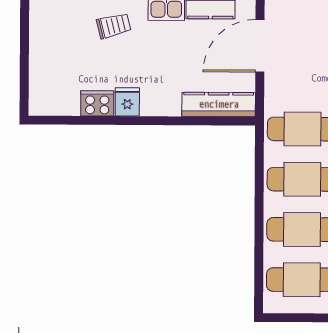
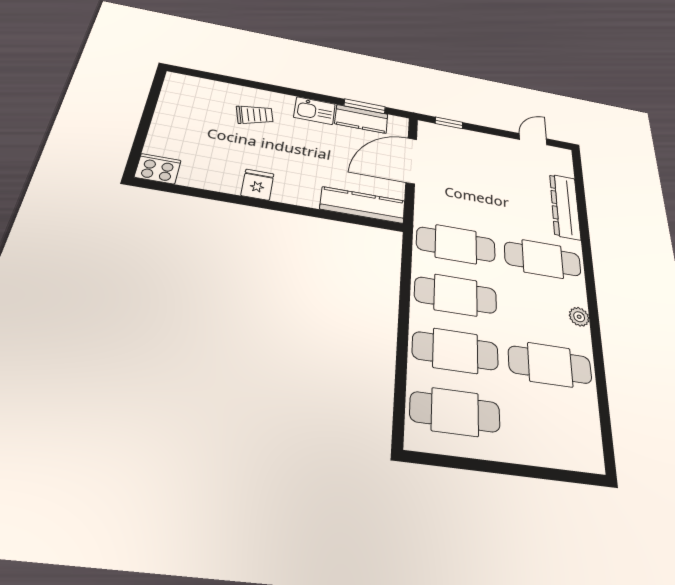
cooker: (97, 103) -> (158, 169), moved

